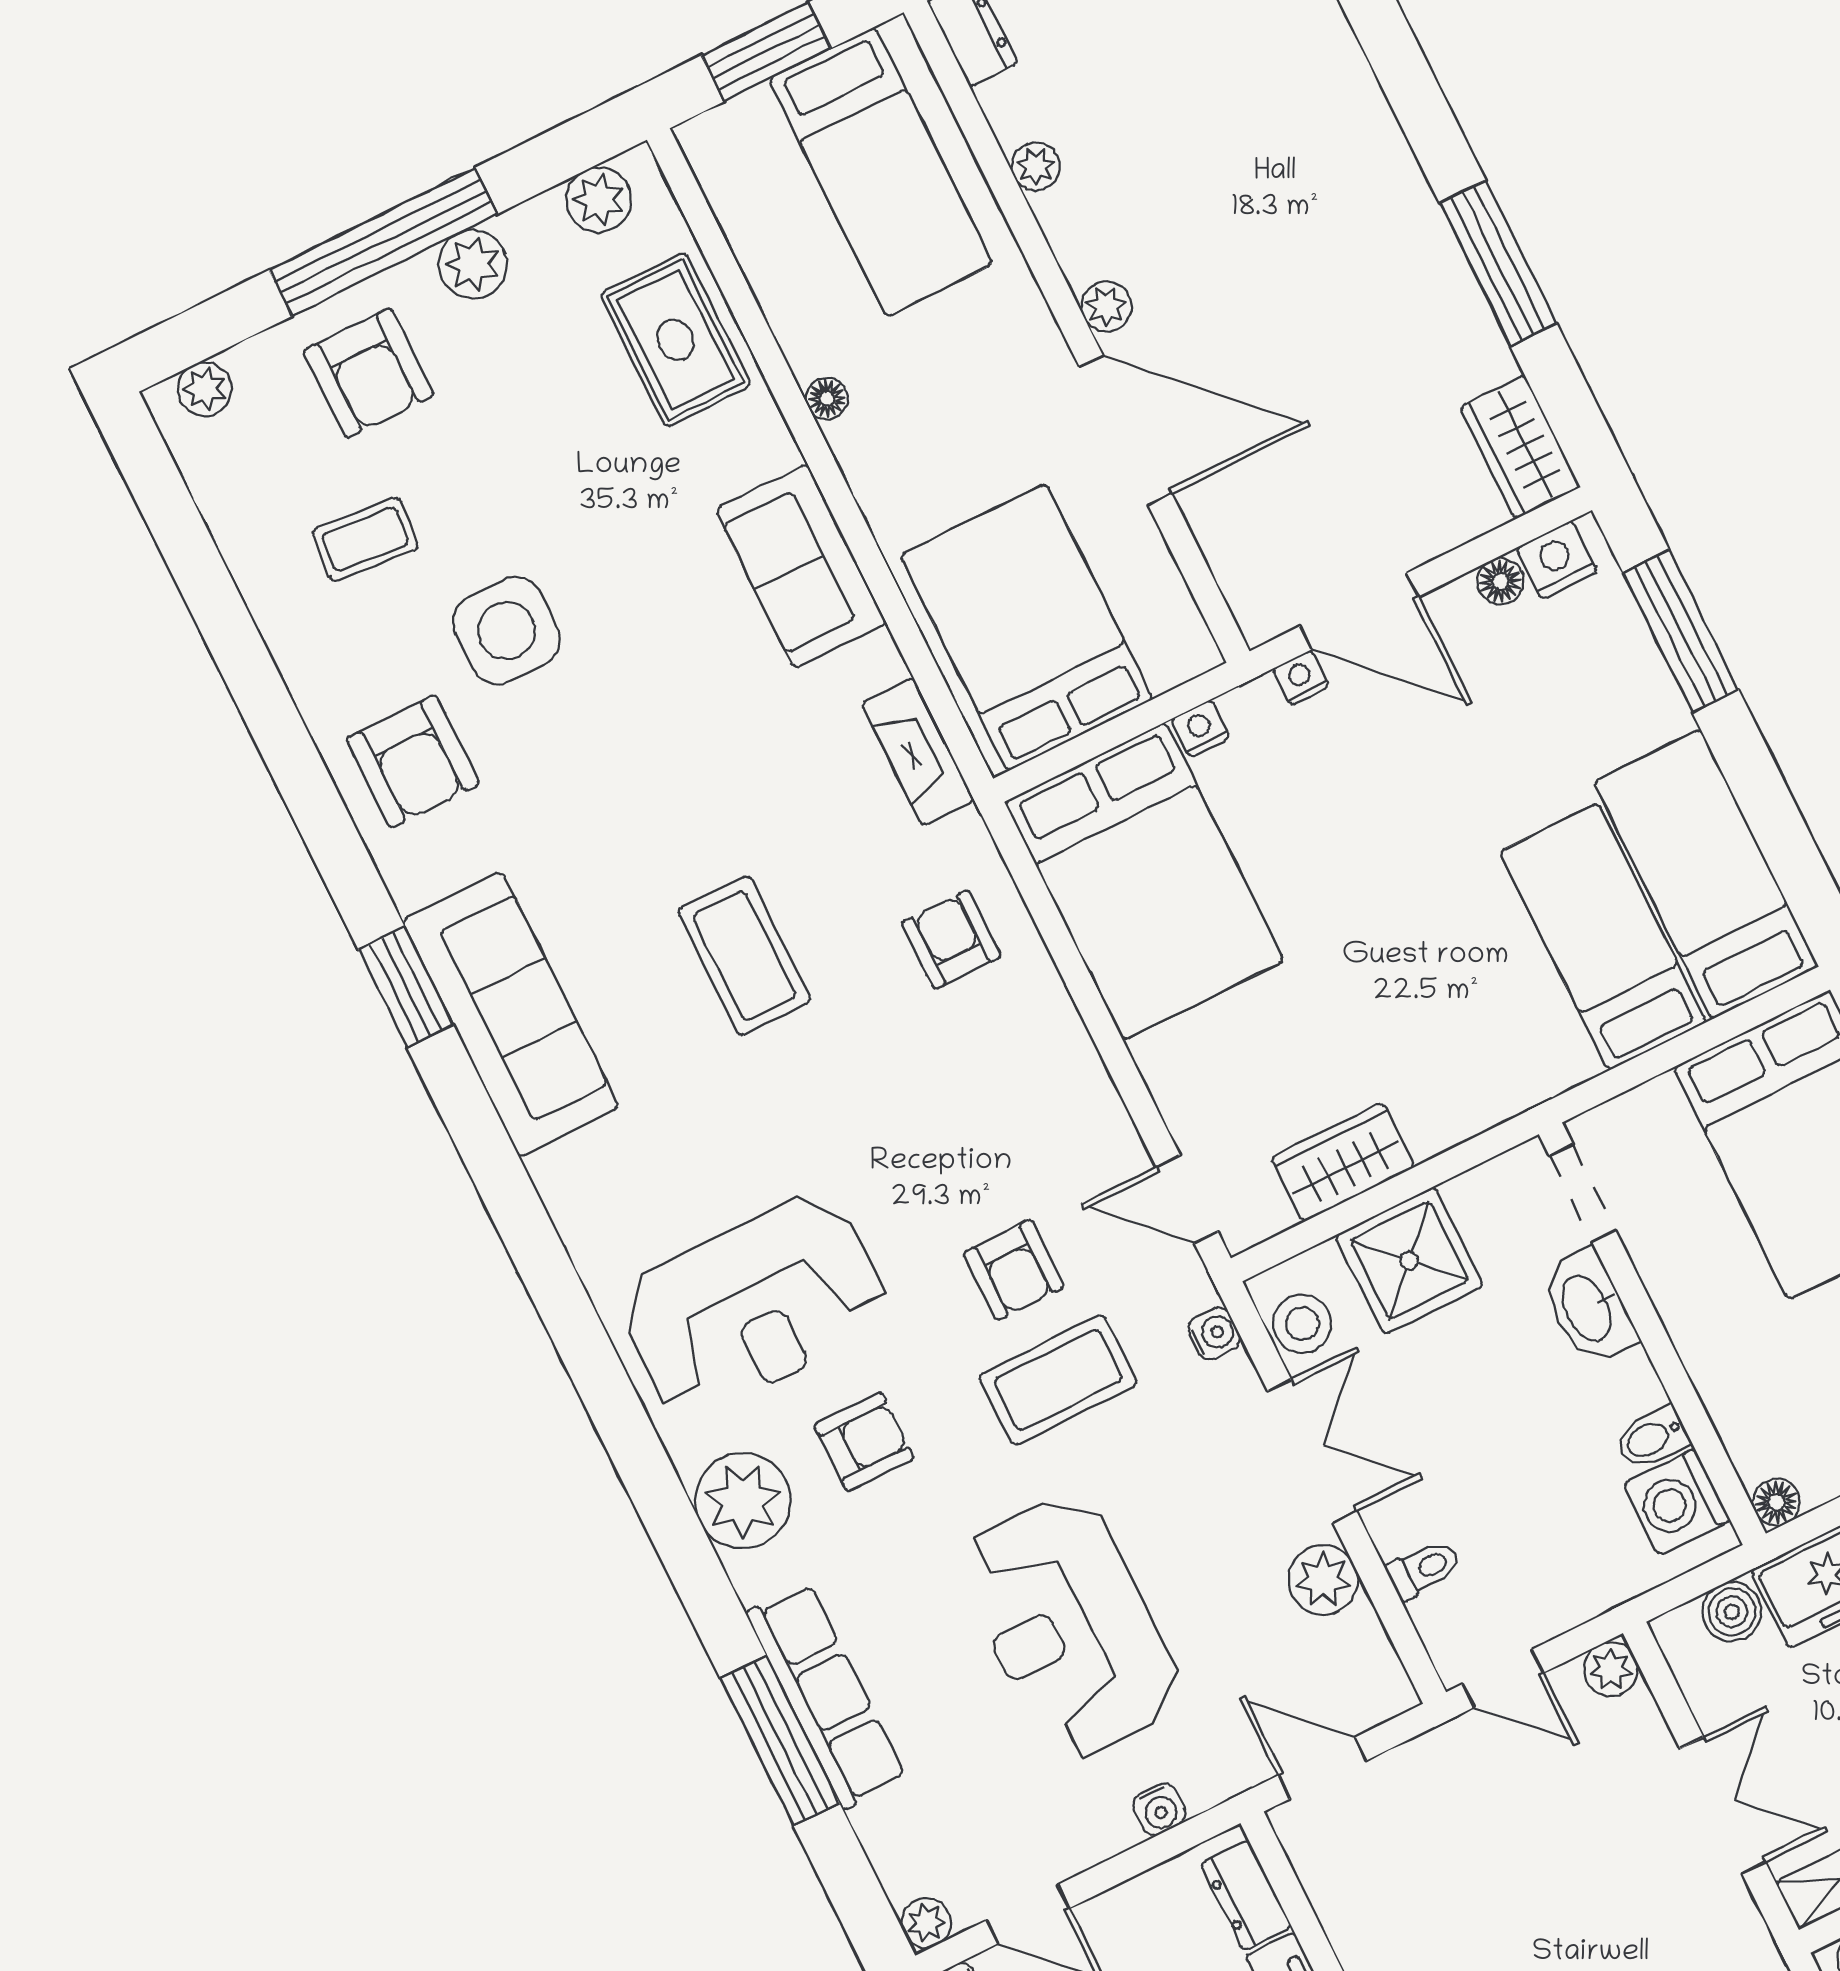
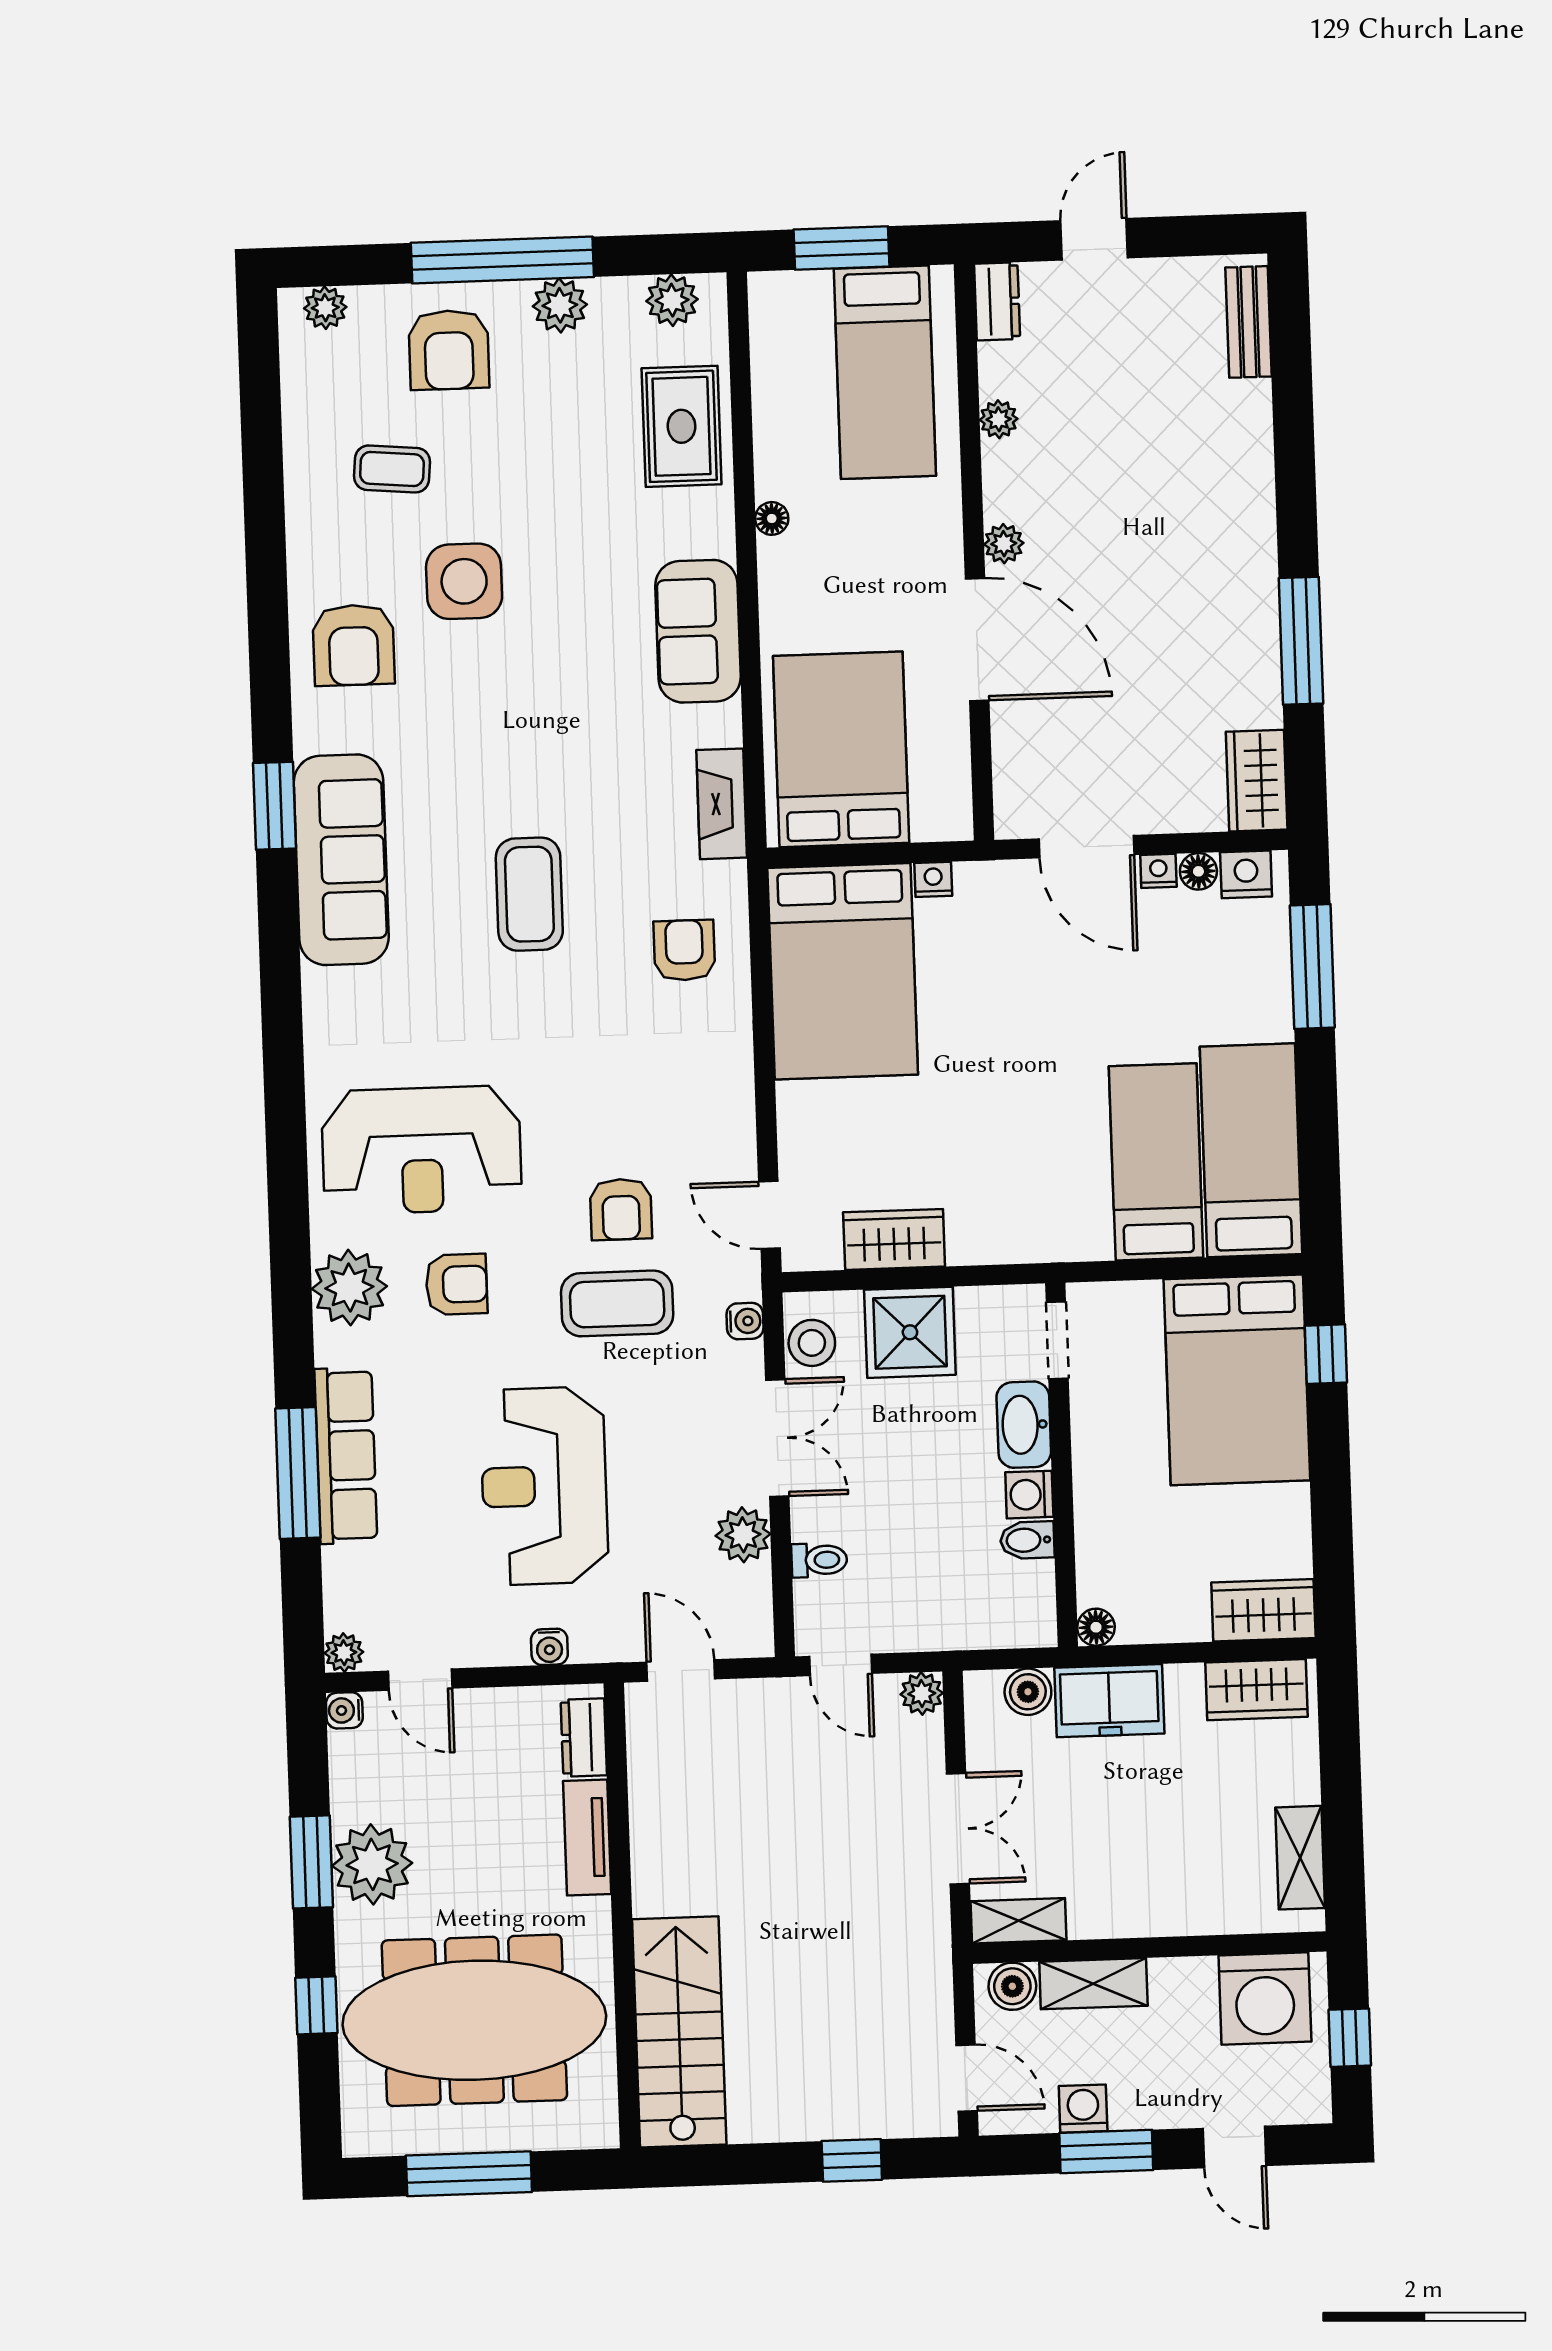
nightstand: (1301, 678) -> (1158, 871), moved
washing machine: (1677, 1502) -> (1029, 1495), moved, width x0.73, depth x0.73

